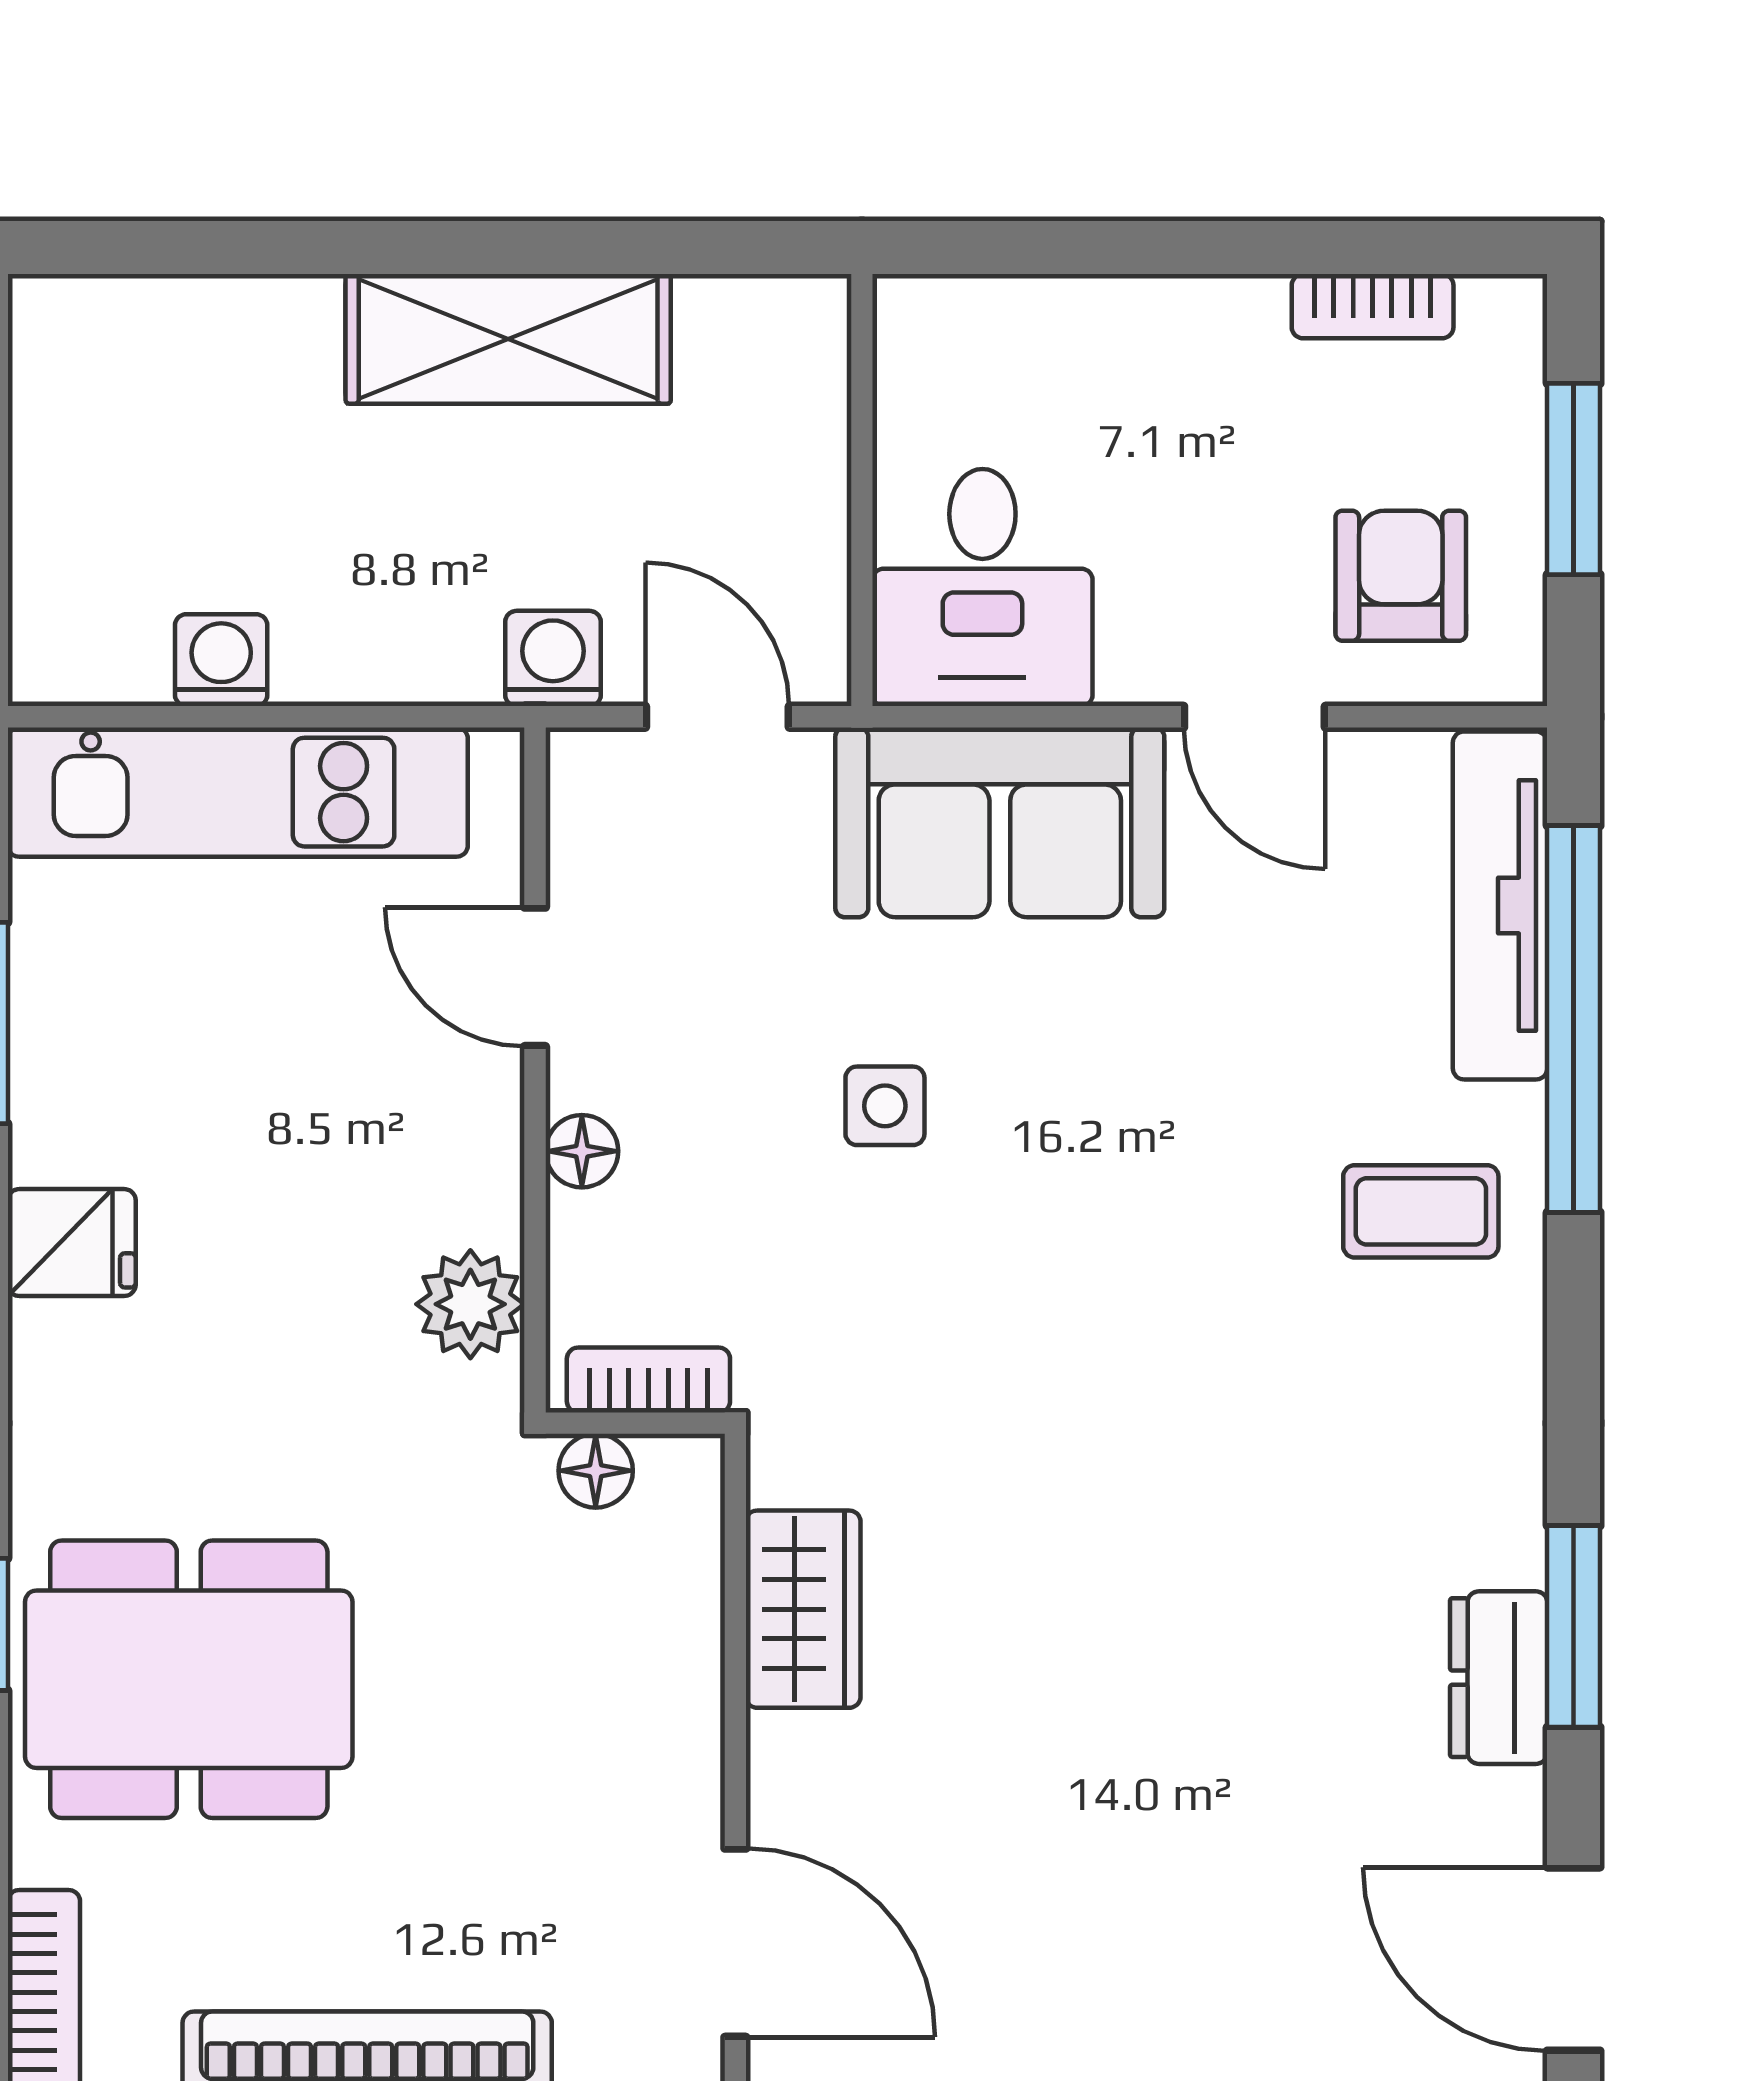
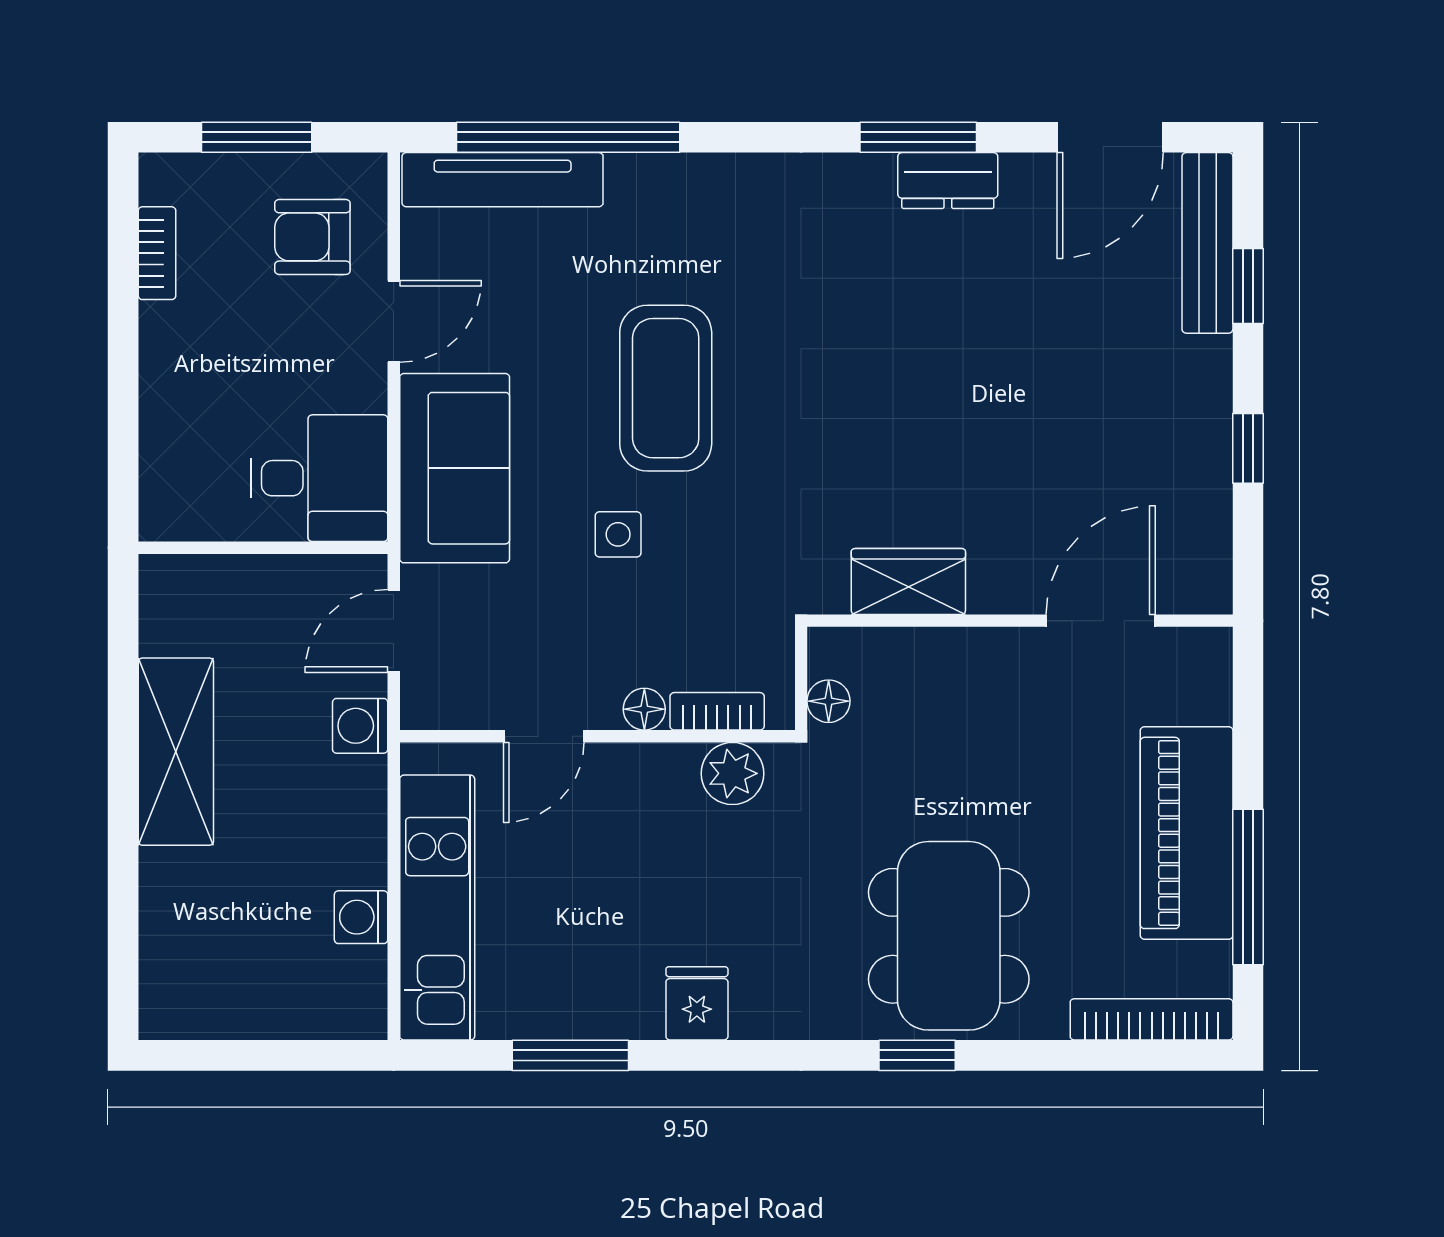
coffee table: (1421, 1211) -> (666, 388), moved, width x1.86, depth x1.72
bookcase: (648, 1380) -> (717, 711), moved, turned 90

